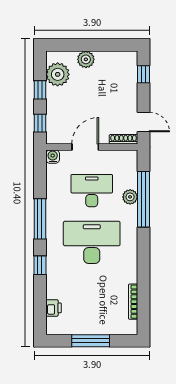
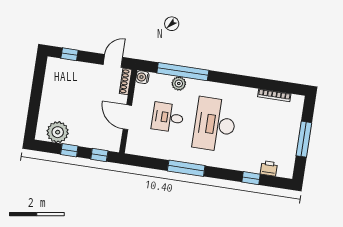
plant: (86, 59) -> (48, 105), removed
water cooler: (53, 157) -> (142, 77), moved
desk: (92, 191) -> (168, 117), width x0.73
window: (40, 265) -> (251, 178), moved

